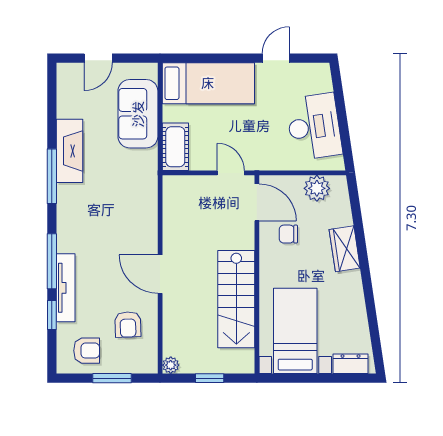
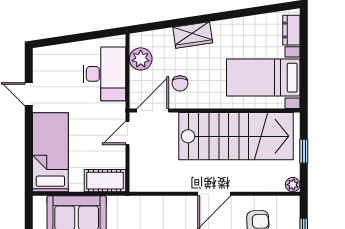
desk: (314, 127) -> (104, 74), moved, turned 99
stairs: (236, 299) -> (236, 136), width x1.36, depth x1.51

